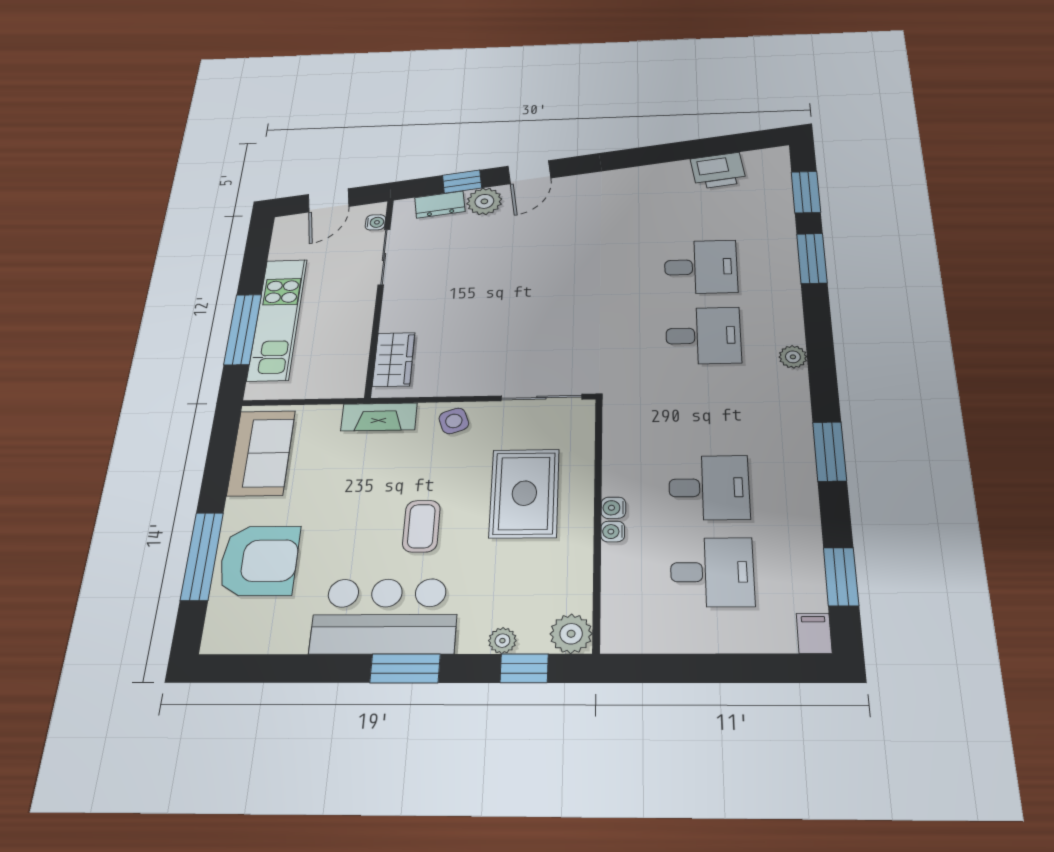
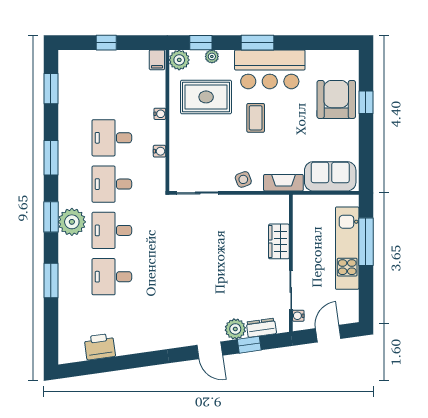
door: (529, 172) -> (210, 350), swing flipped
window: (806, 192) -> (51, 217), moved
plant: (793, 357) -> (72, 222), width x1.88, depth x1.88
wardrobe: (394, 359) -> (279, 241), moved
sofa: (261, 453) -> (330, 176), moved, turned 90
rug: (524, 493) -> (206, 97), moved, turned 90
water cooler: (613, 508) -> (159, 151), moved
window: (202, 556) -> (366, 102), width x0.46
armchair: (259, 561) -> (336, 99), turned 90
desk: (712, 572) -> (112, 184), moved
filing cabinet: (814, 633) -> (157, 60), moved
window: (728, 668) -> (106, 43), added

